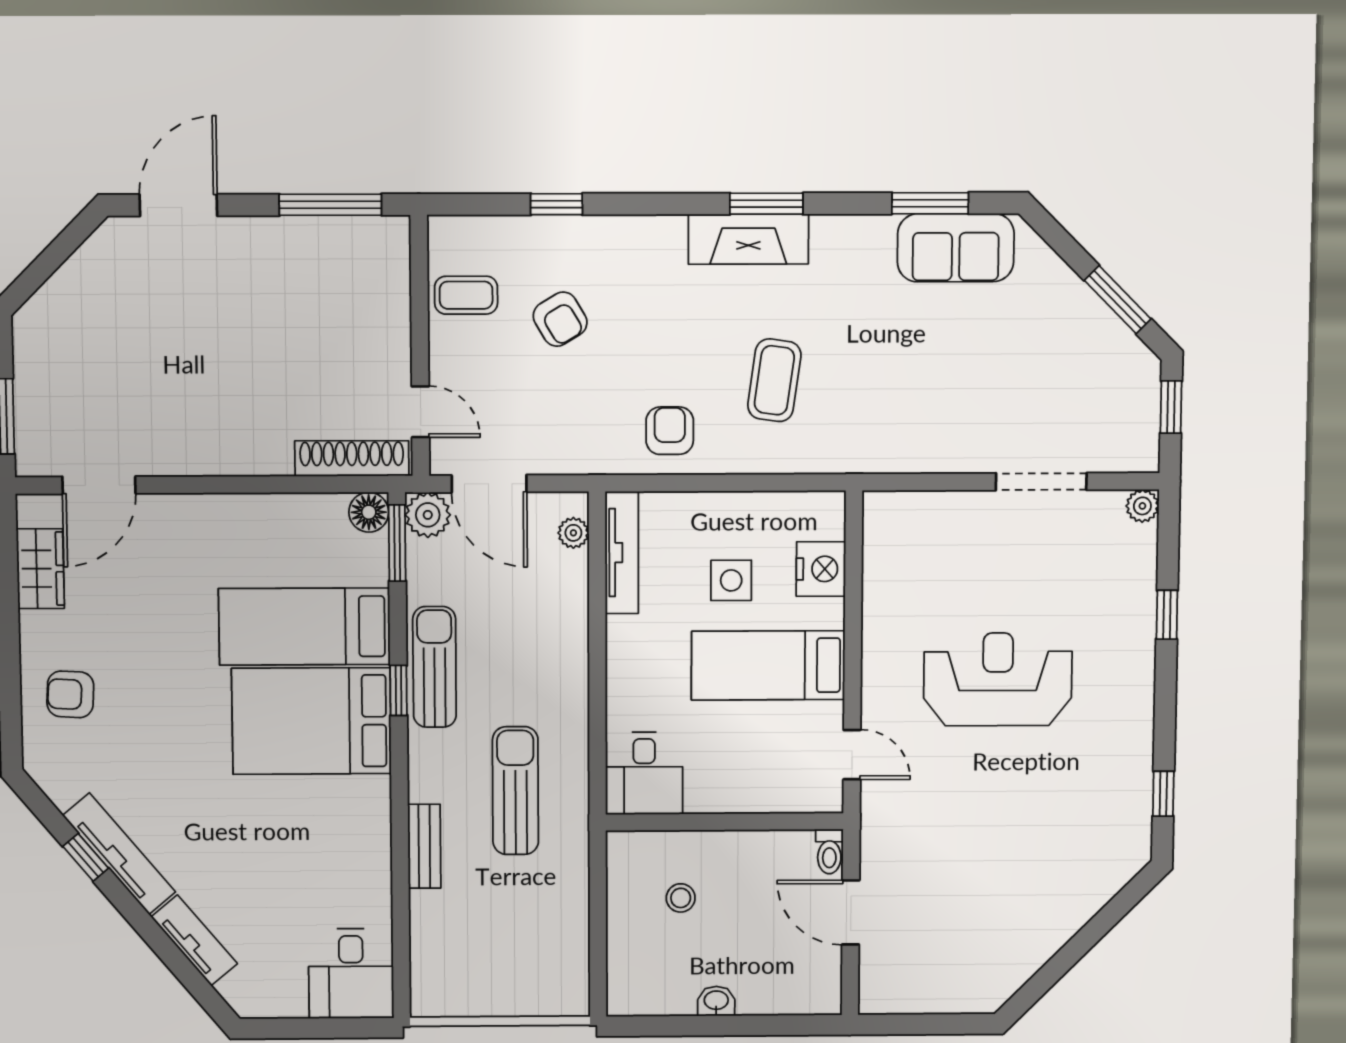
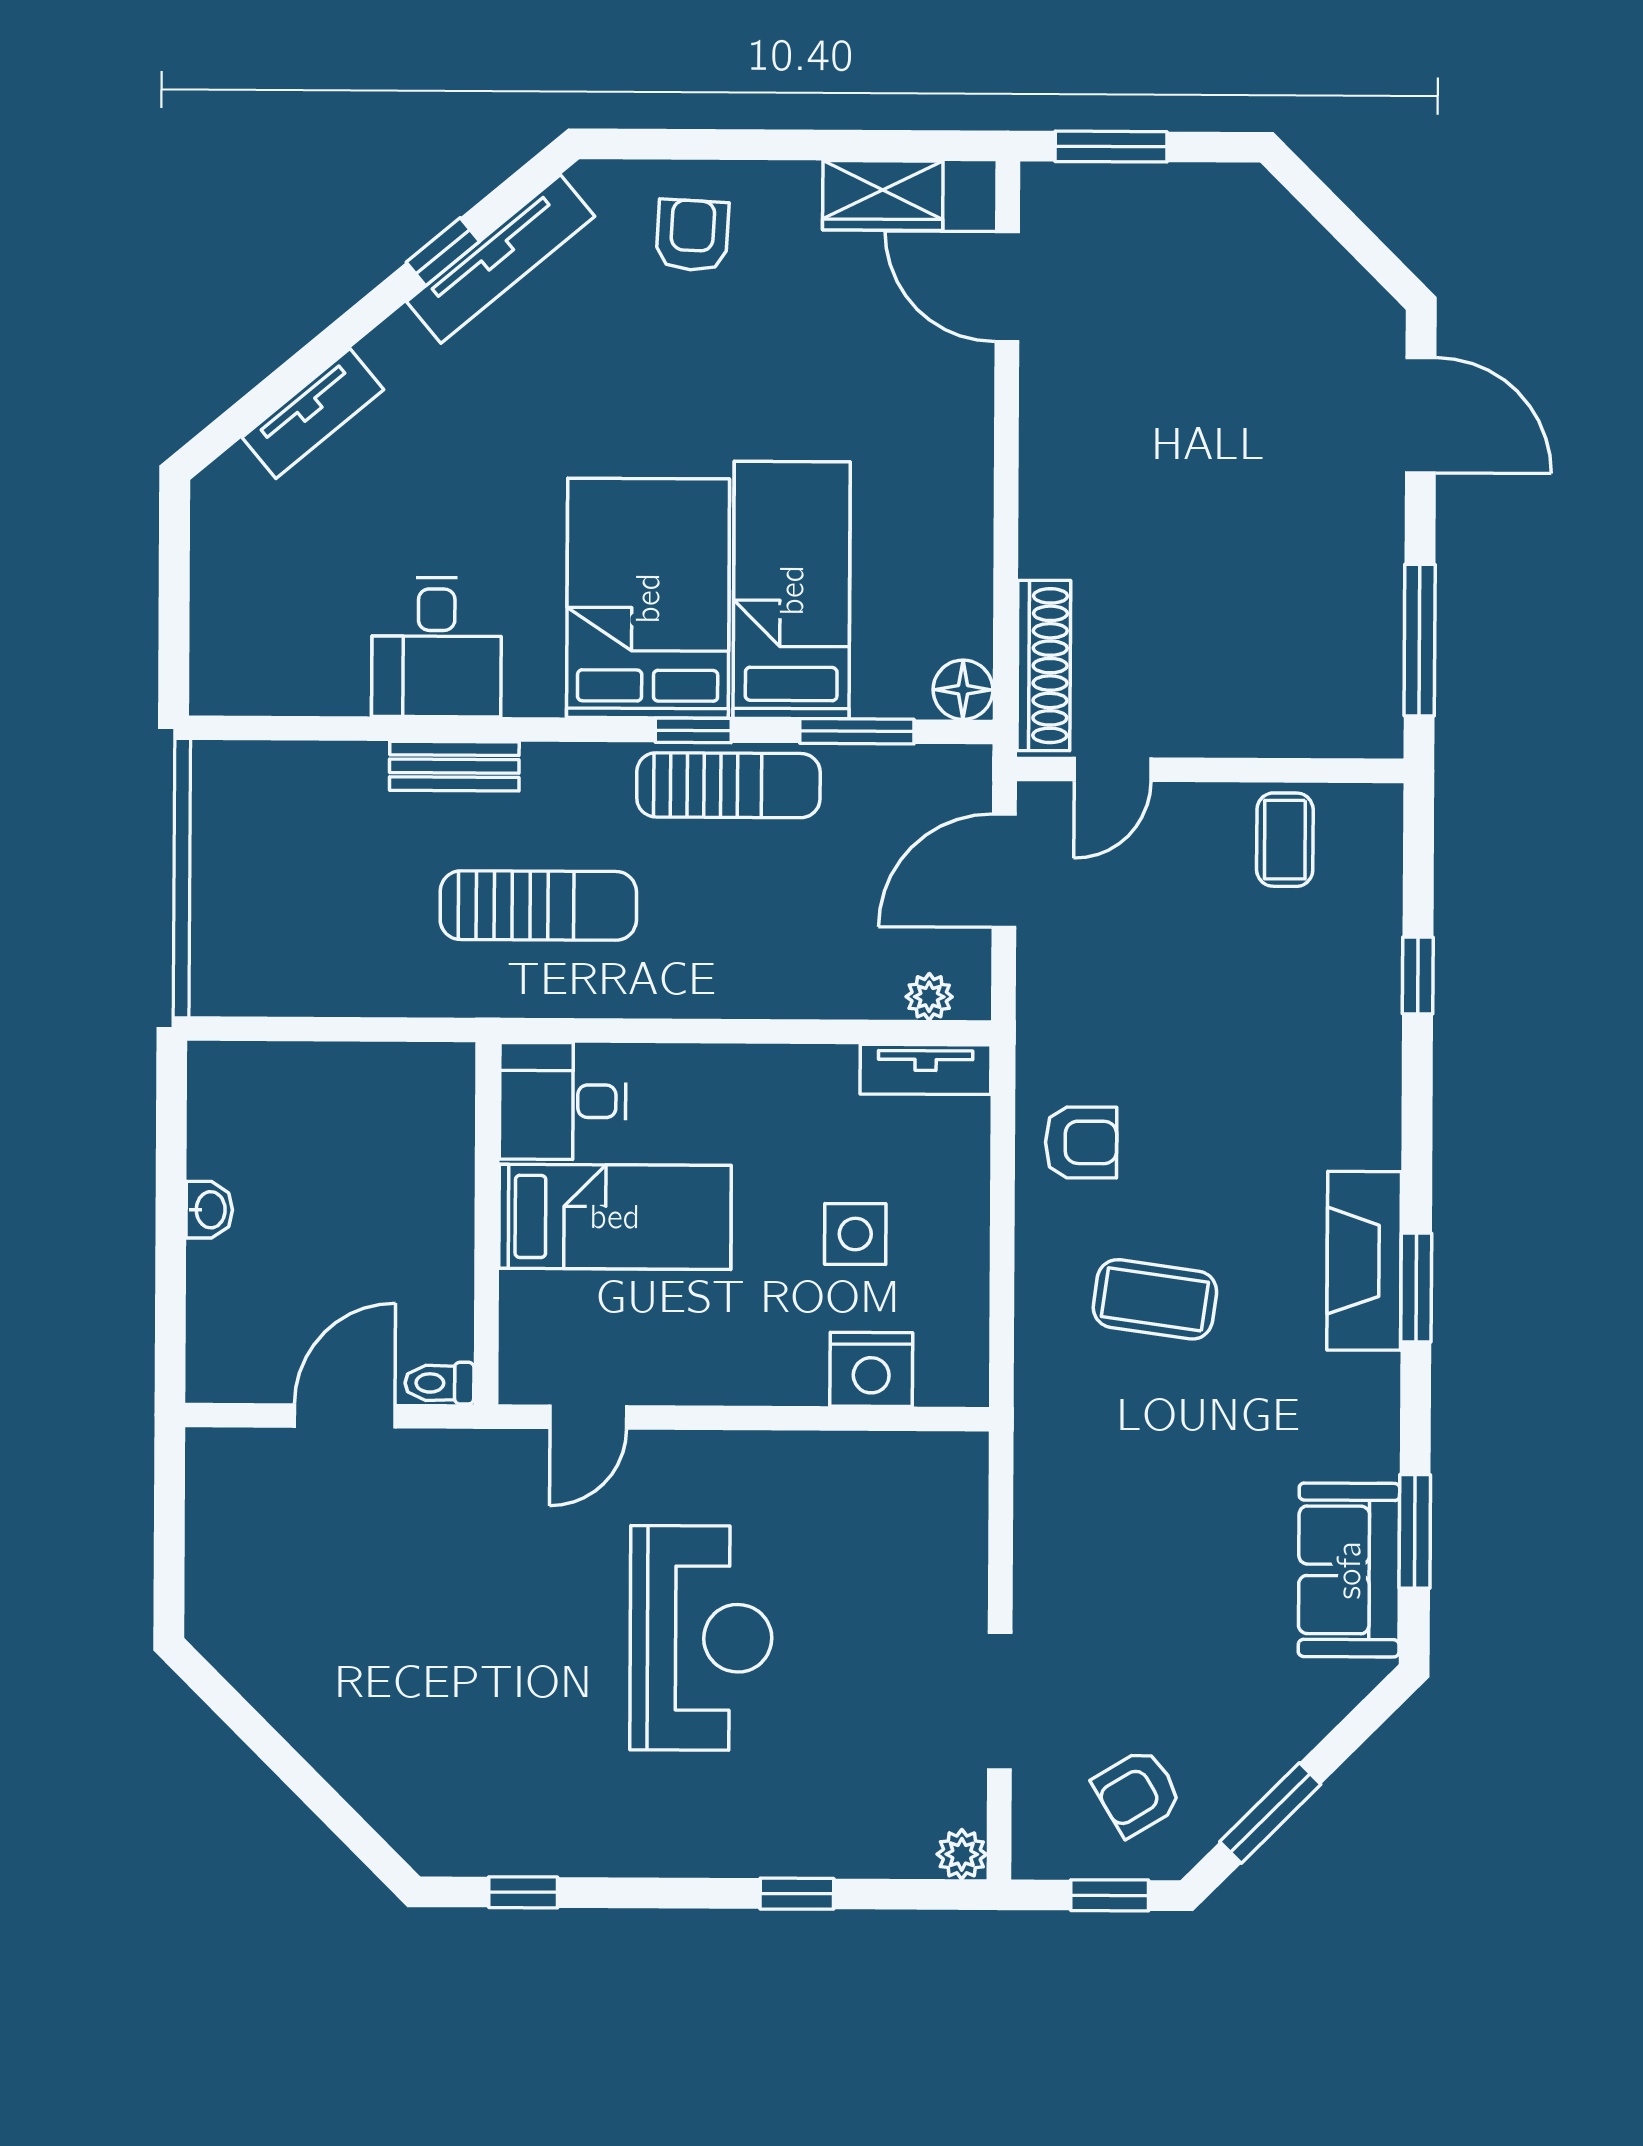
armchair: (560, 319) -> (1137, 1792), moved
plant: (428, 515) -> (958, 778), removed
window: (397, 543) -> (857, 731), moved
tv unit: (622, 553) -> (926, 1069), width x0.71
bed: (768, 665) -> (615, 1217), moved, turned 90
tv unit: (119, 854) -> (501, 259), moved
stool: (681, 898) -> (370, 1156), removed
desk: (351, 973) -> (437, 647), moved, turned -90

